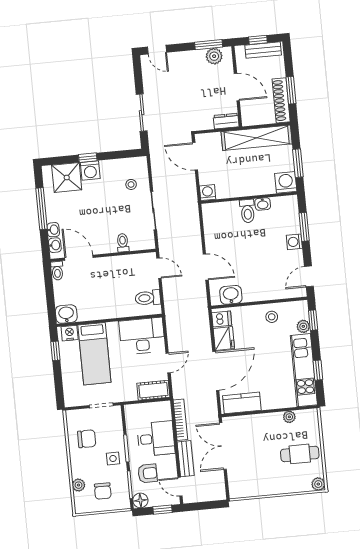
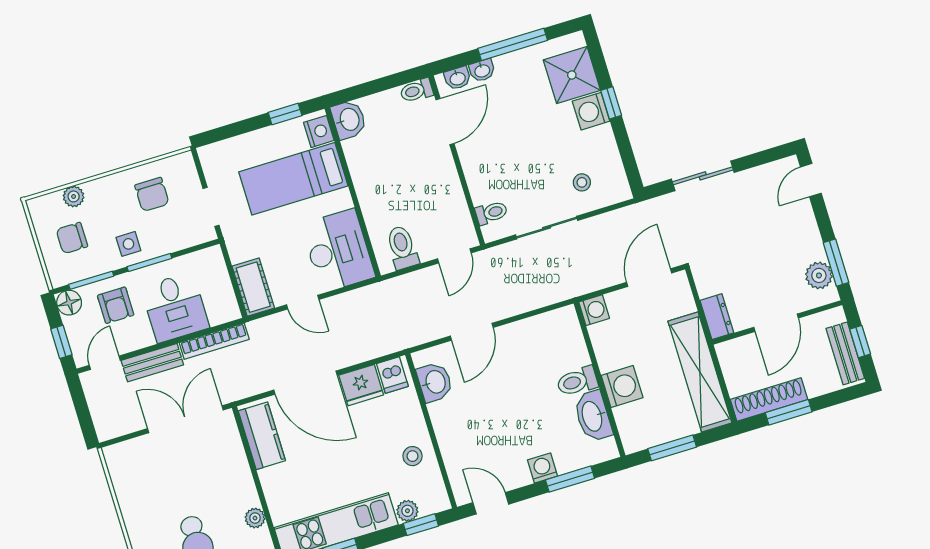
washing machine: (286, 182) -> (622, 387), moved
washbasin: (263, 204) -> (593, 416), width x1.91, depth x1.45
toilet: (123, 243) -> (491, 213), moved

